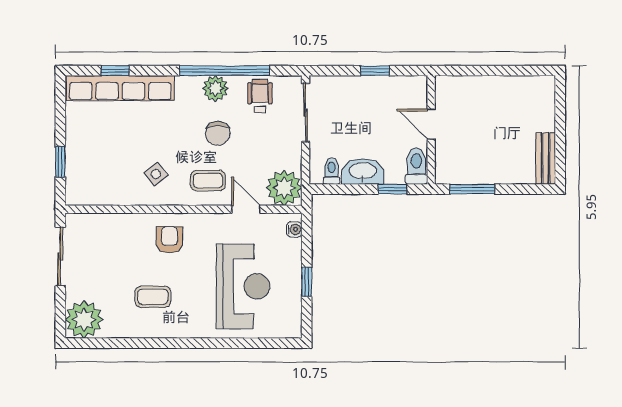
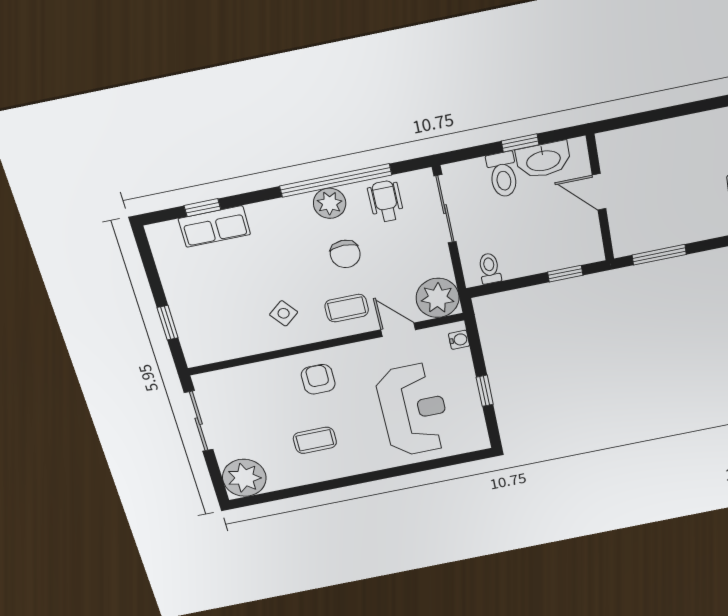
row of seats: (120, 88) -> (214, 227), width x0.50
toilet: (416, 166) -> (503, 175), moved, turned 180
washbasin: (363, 171) -> (543, 160), moved, turned 180

